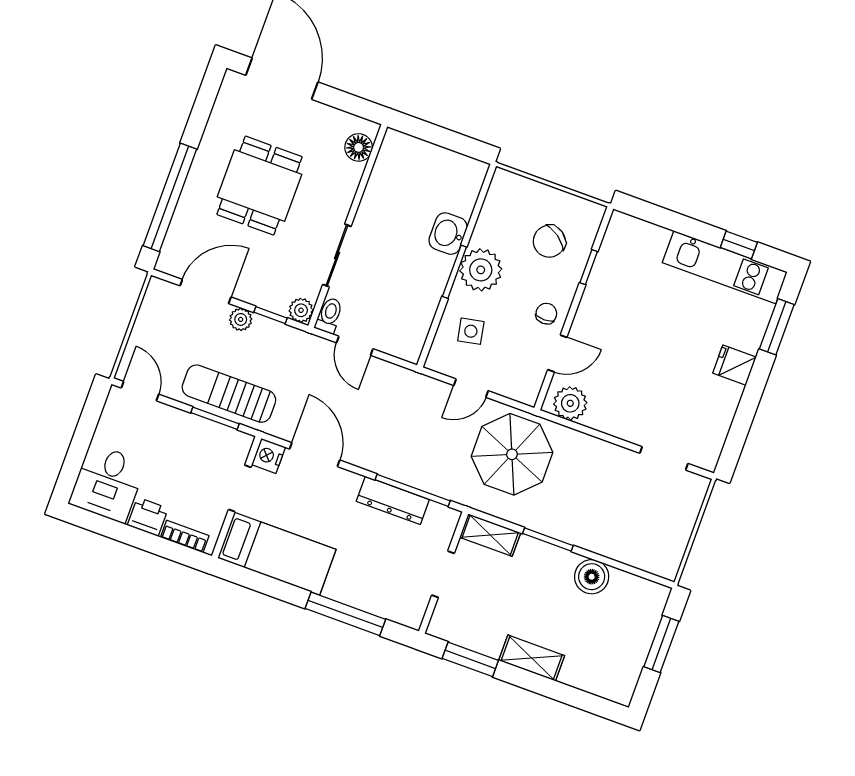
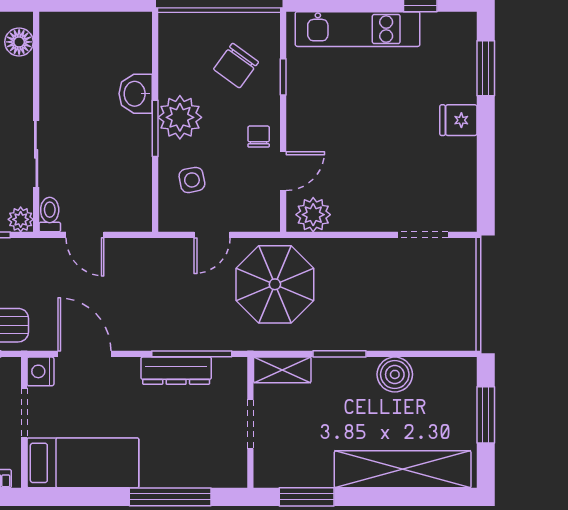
kitchen unit: (725, 267) -> (358, 29), moved
shelving: (532, 658) -> (403, 469), width x2.20, depth x1.33

